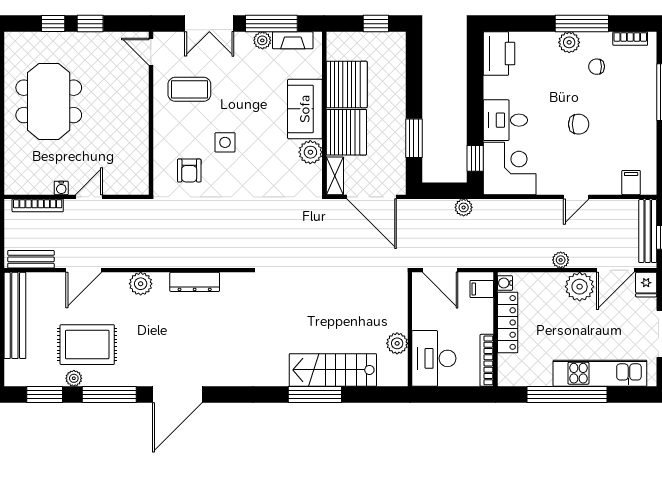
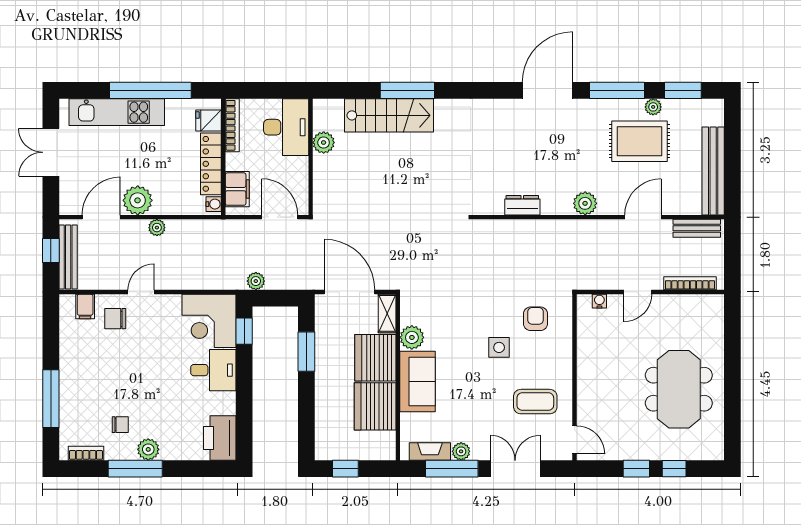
chair: (579, 124) -> (115, 319), moved
water cooler: (61, 188) -> (599, 301), moved
dresser: (195, 282) -> (522, 205), width x0.70
fridge: (646, 285) -> (209, 121), moved, turned -90
filing cabinet: (482, 289) -> (237, 189), width x2.00

